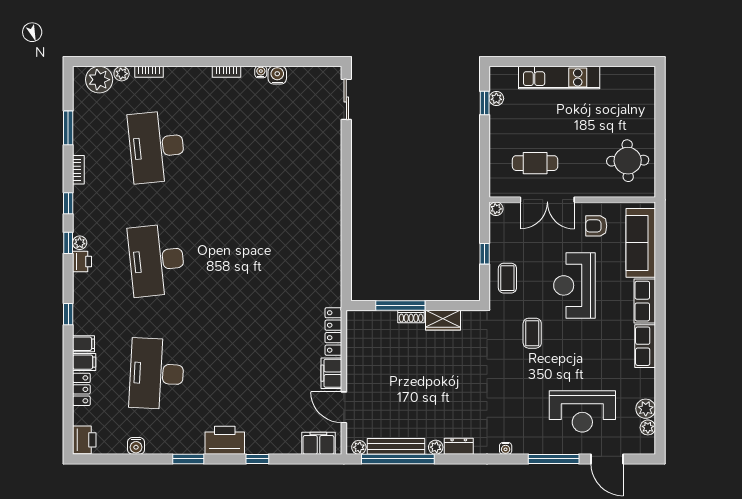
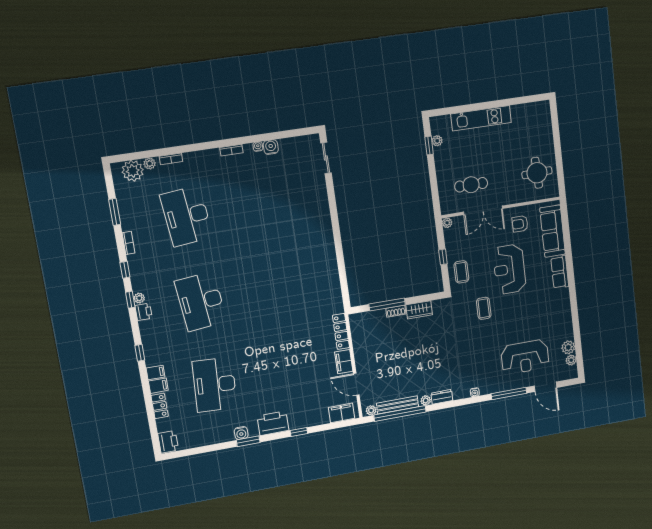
row of seats: (645, 346) -> (563, 304), removed
water cooler: (136, 446) -> (241, 433), moved

